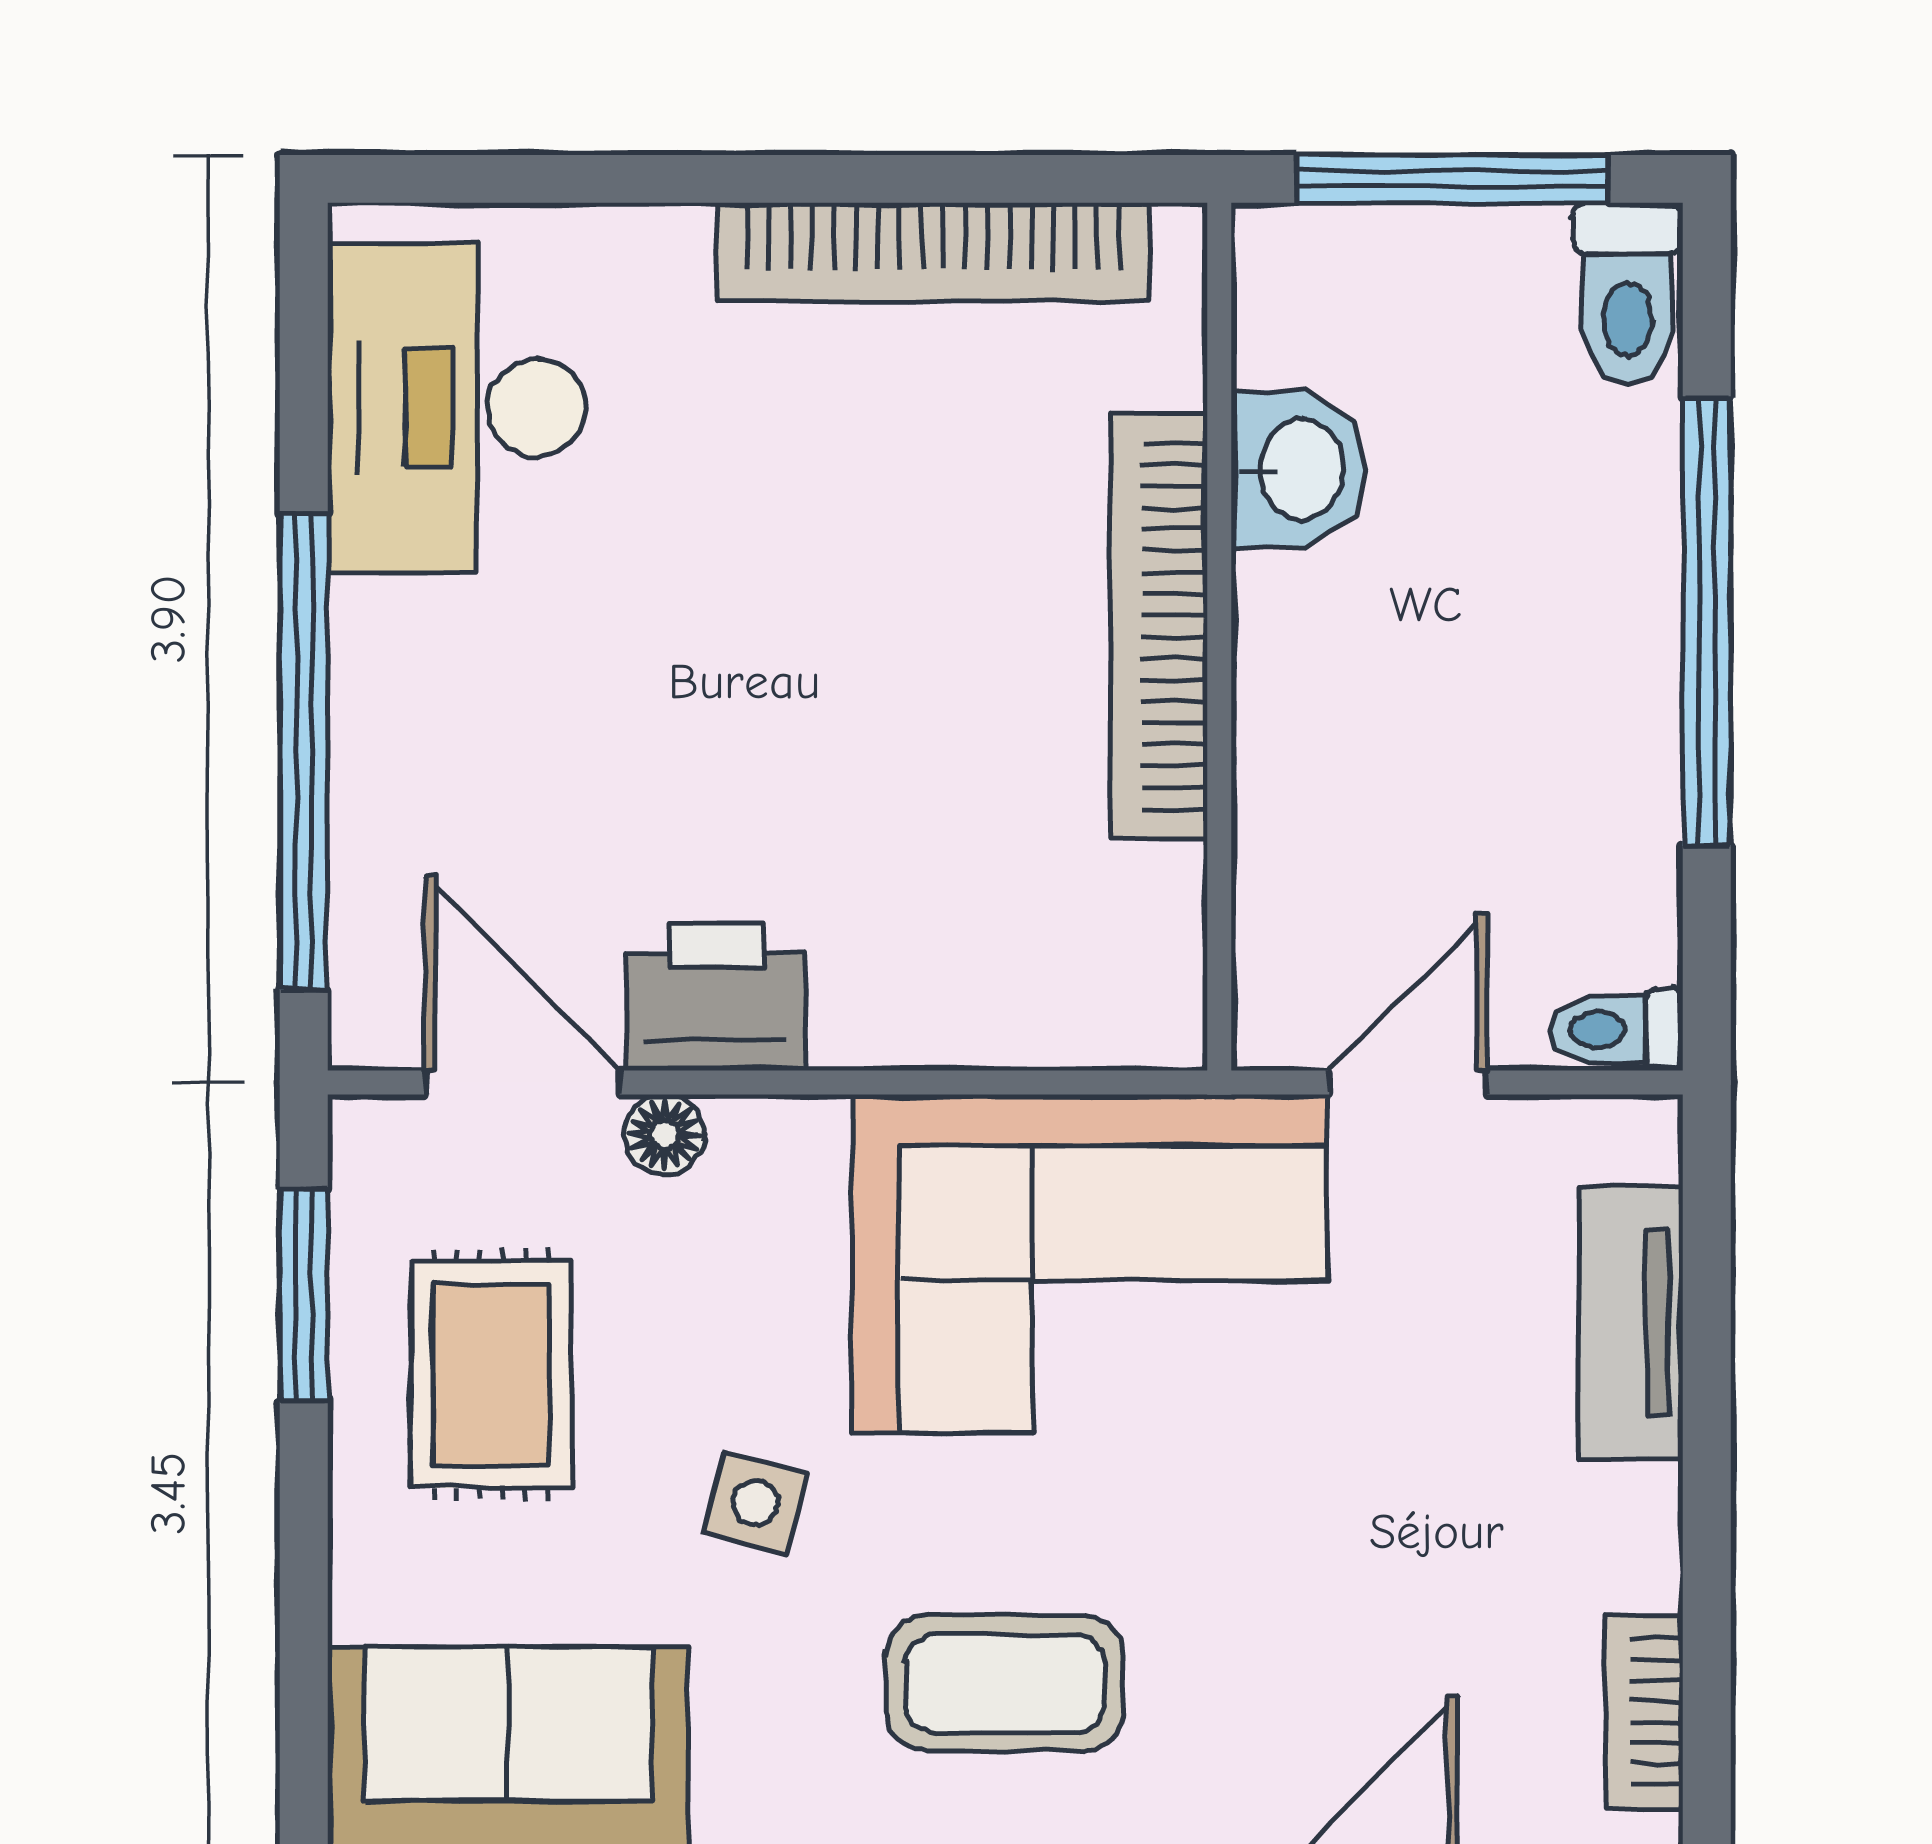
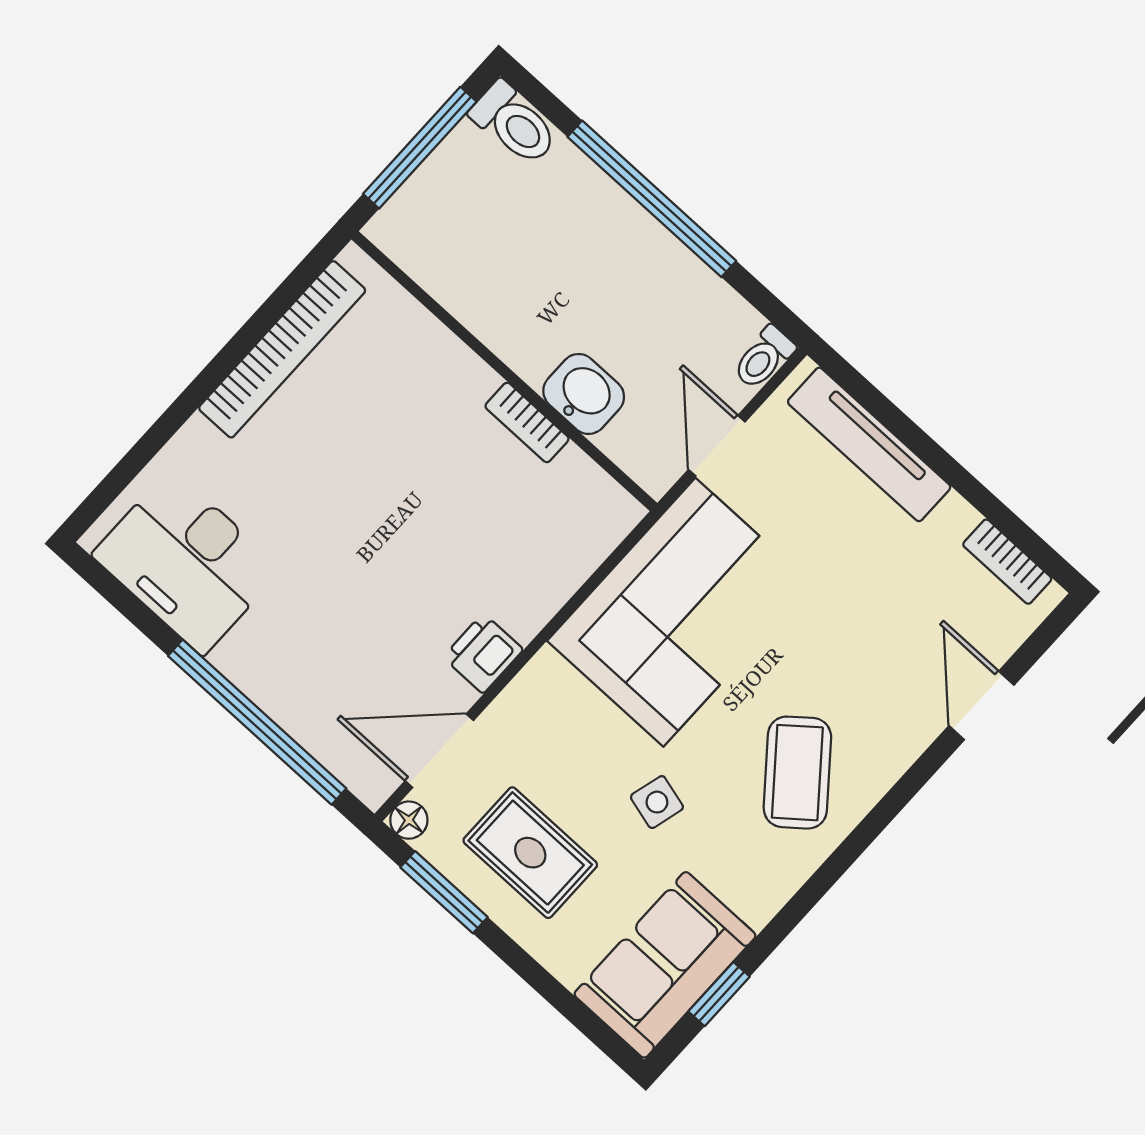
washbasin: (1298, 469) -> (584, 394), moved
bookcase: (1159, 626) -> (527, 422), width x0.43, depth x0.76
printer: (716, 997) -> (483, 653), width x0.73, depth x0.81
floor lamp: (664, 1134) -> (409, 820), moved
tv unit: (1631, 1323) -> (869, 444), width x1.41
coffee table: (1005, 1683) -> (797, 773), turned -39

